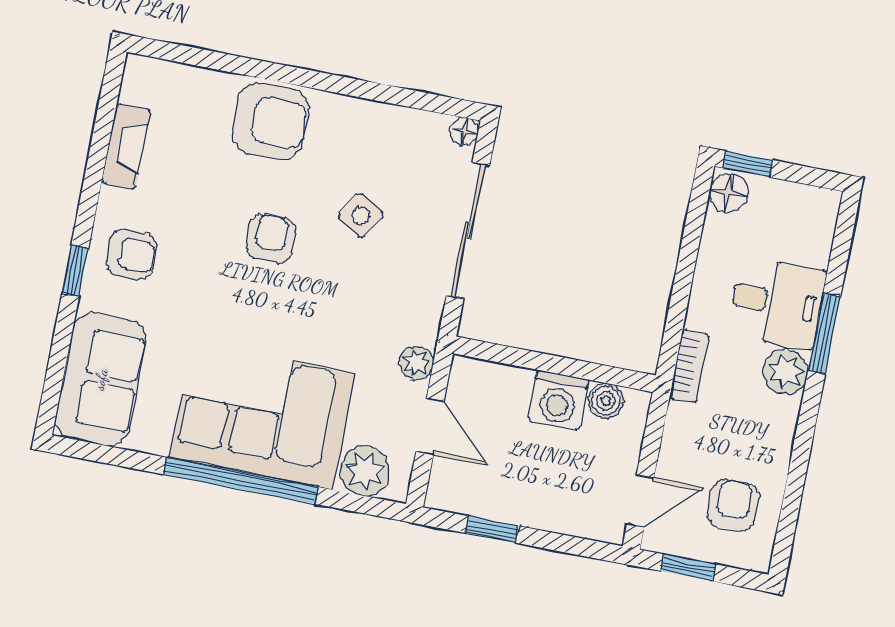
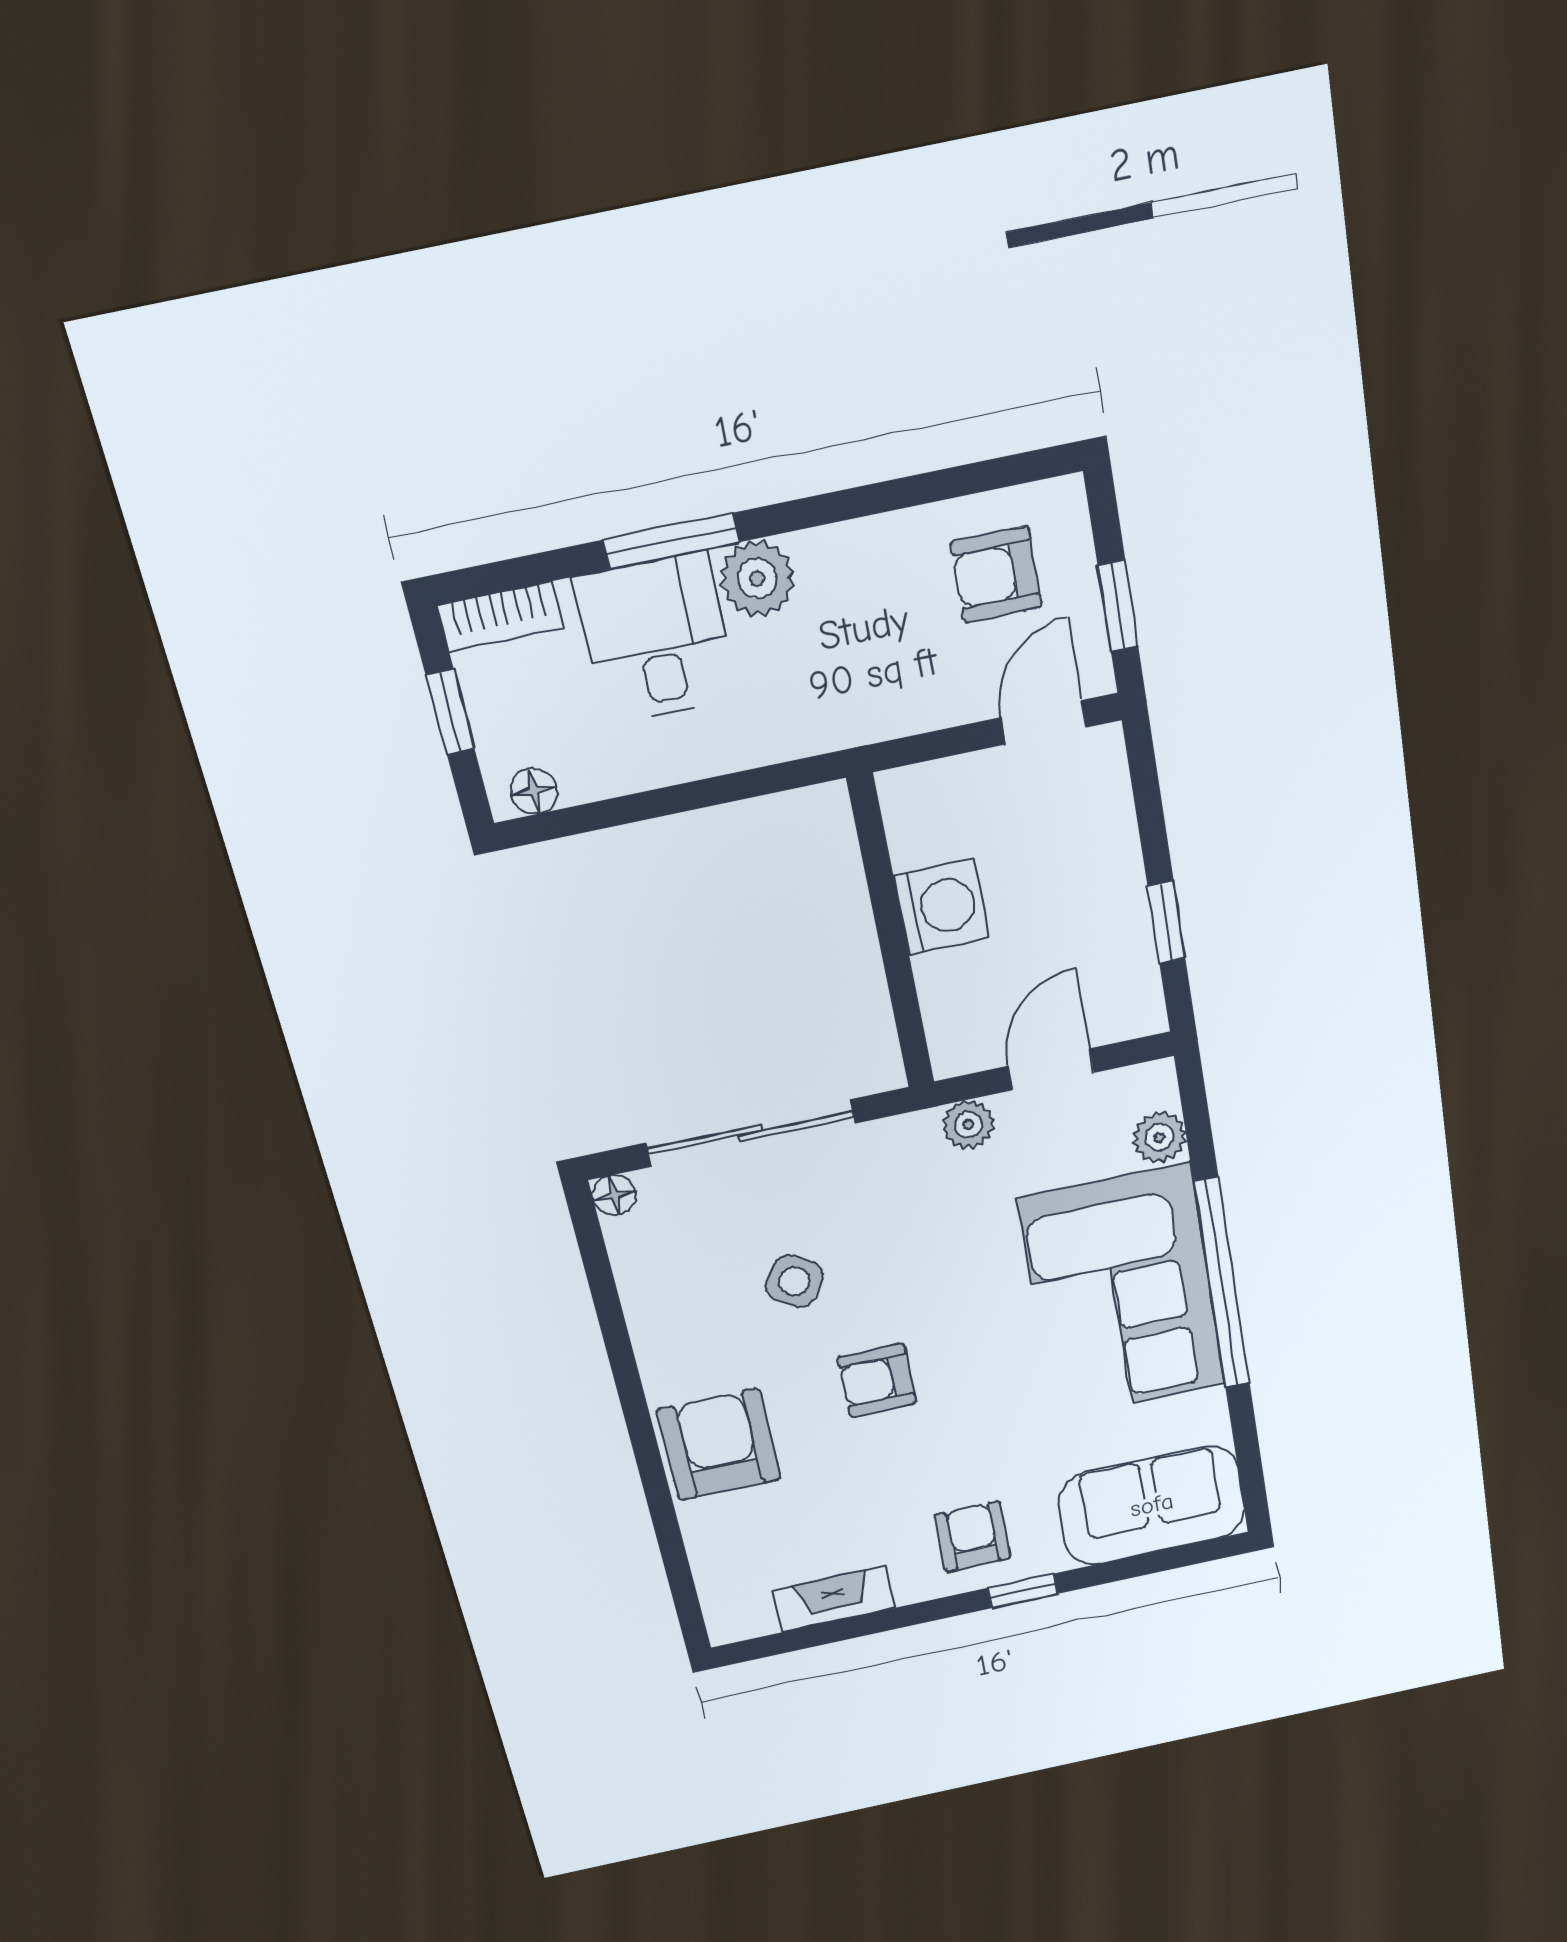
window: (748, 164) -> (450, 712), moved
floor lamp: (729, 193) -> (534, 791), width x0.73, depth x0.73
bookcase: (689, 366) -> (500, 617), moved, turned 180
boiler: (606, 401) -> (914, 837), removed
plant: (365, 471) -> (1159, 1137), width x0.73, depth x0.73
door: (640, 501) -> (1043, 722), hinge flipped

